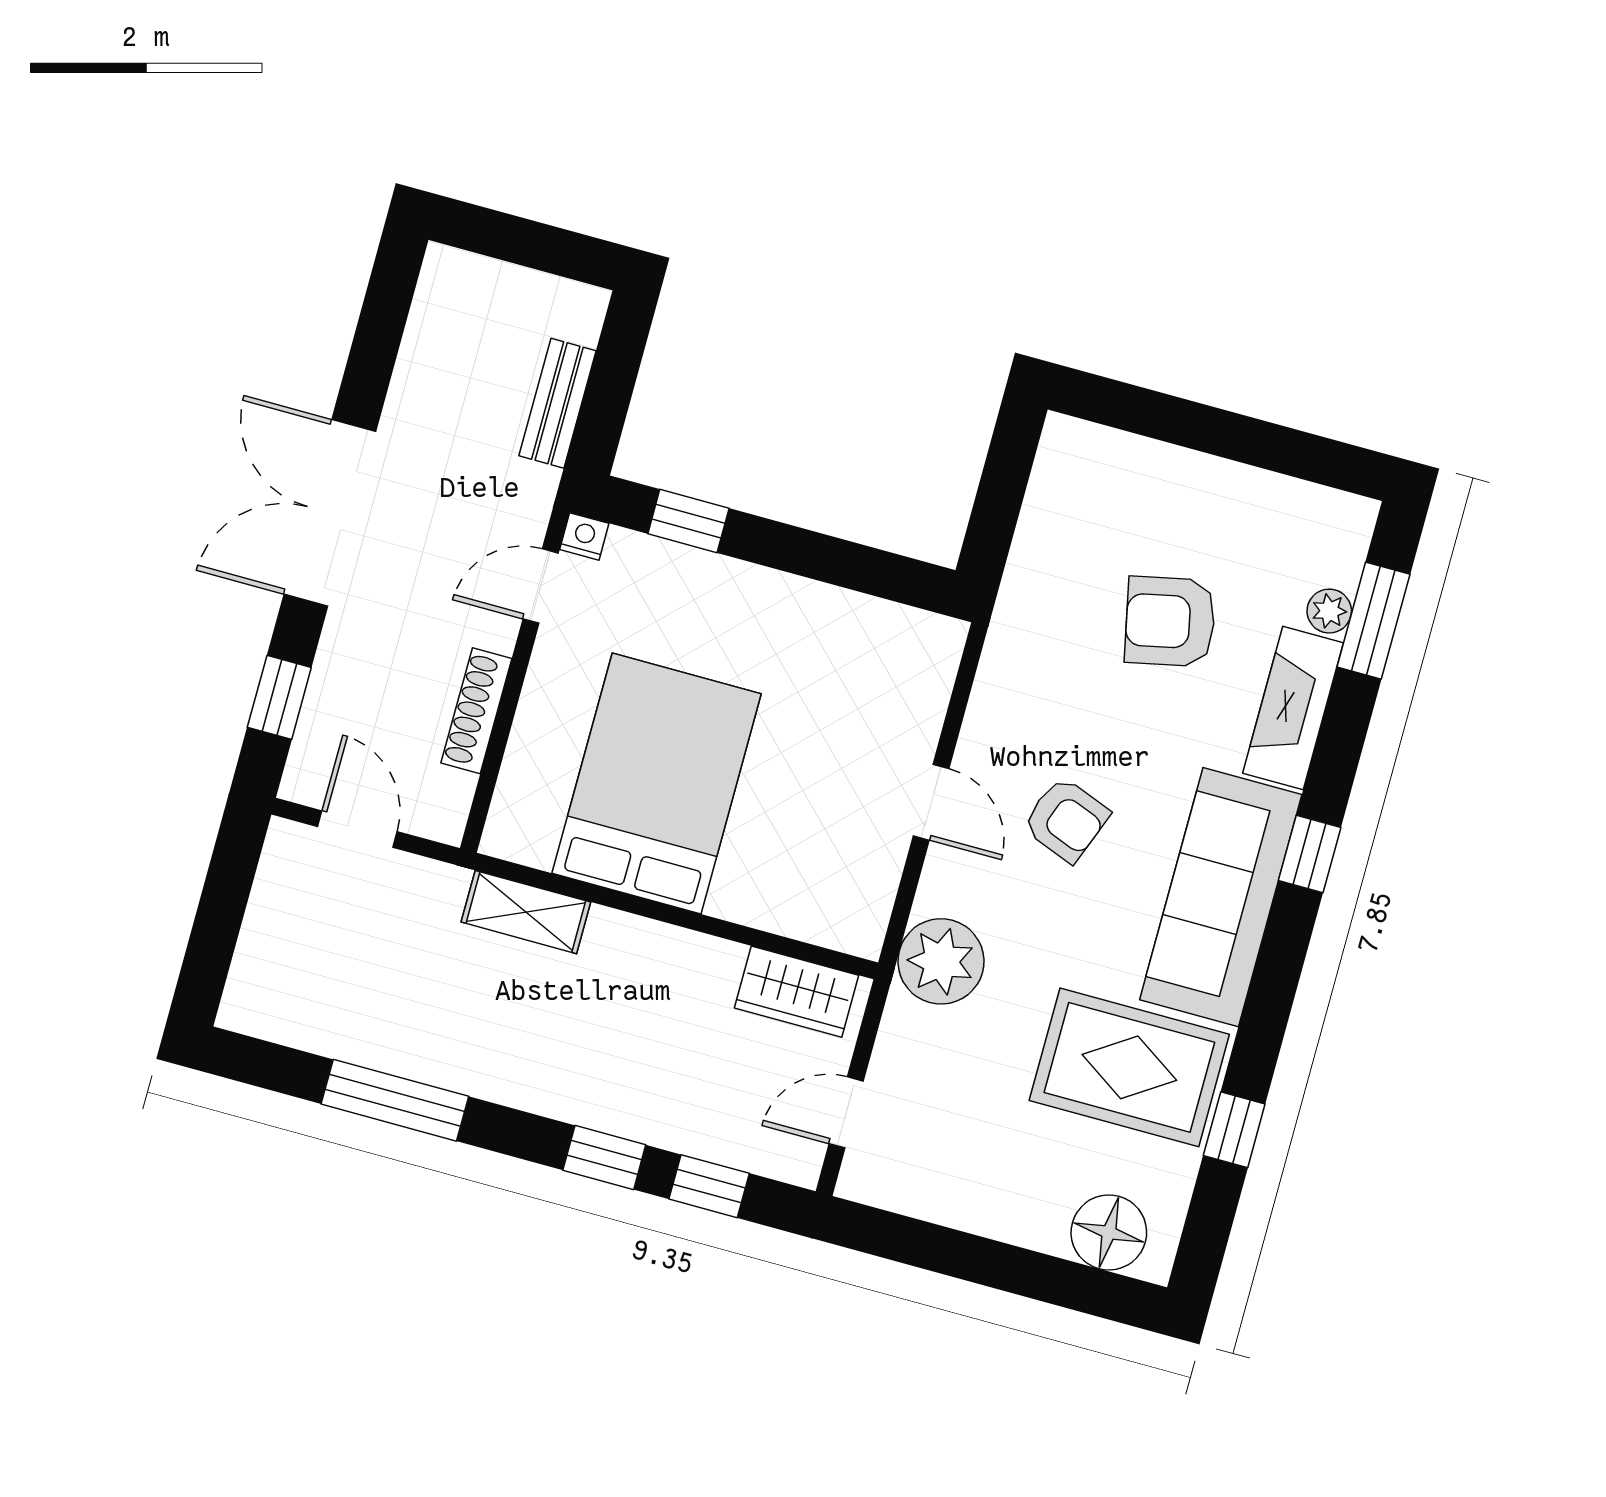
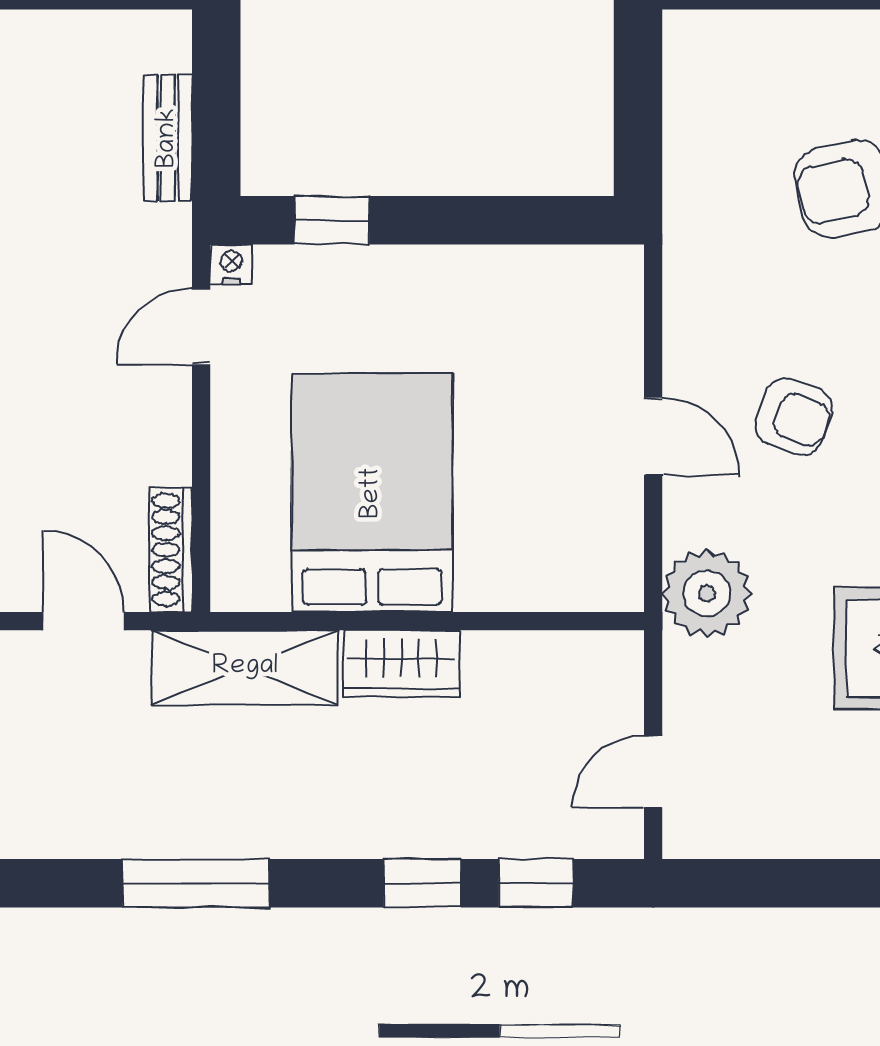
shoe rack: (476, 711) -> (171, 550), moved
shelving: (526, 912) -> (245, 667), width x1.50, depth x1.33
wardrobe: (796, 992) -> (401, 664), moved

